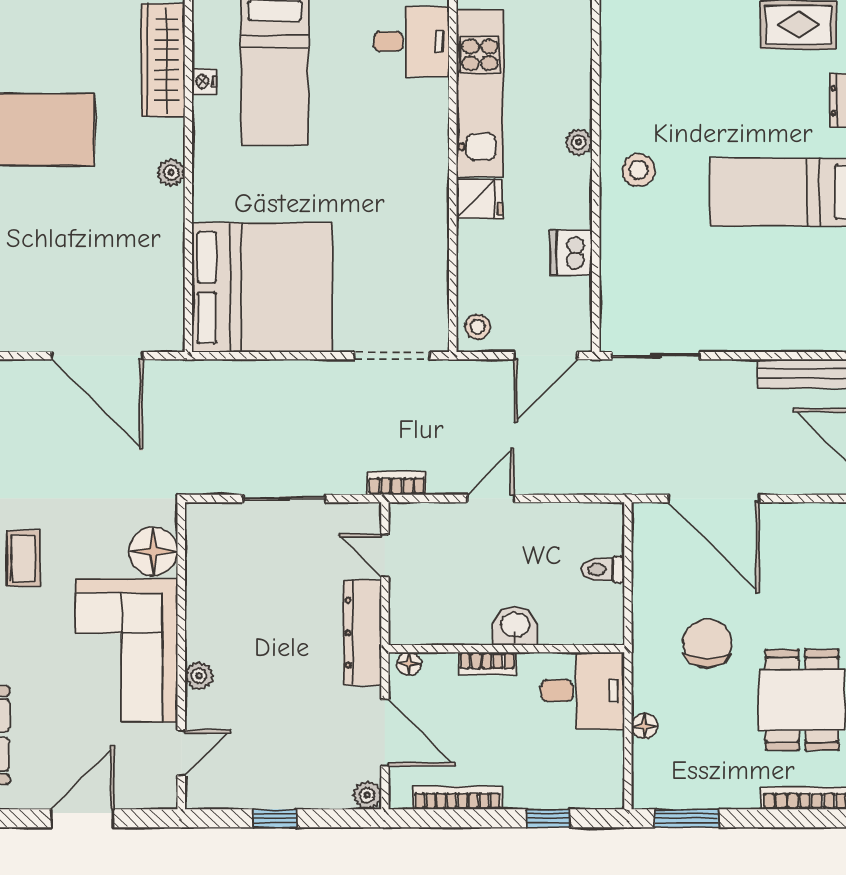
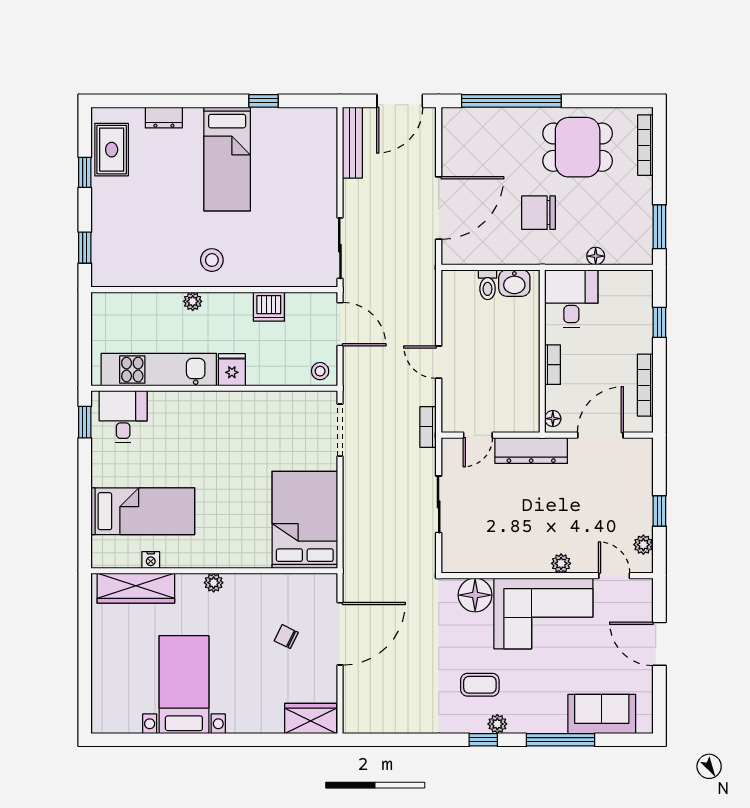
chair: (93, 278) -> (286, 637), added
bed: (262, 287) -> (305, 520), width x0.73
washbasin: (515, 626) -> (514, 283), moved, turned -90
plant: (367, 795) -> (643, 545), moved

